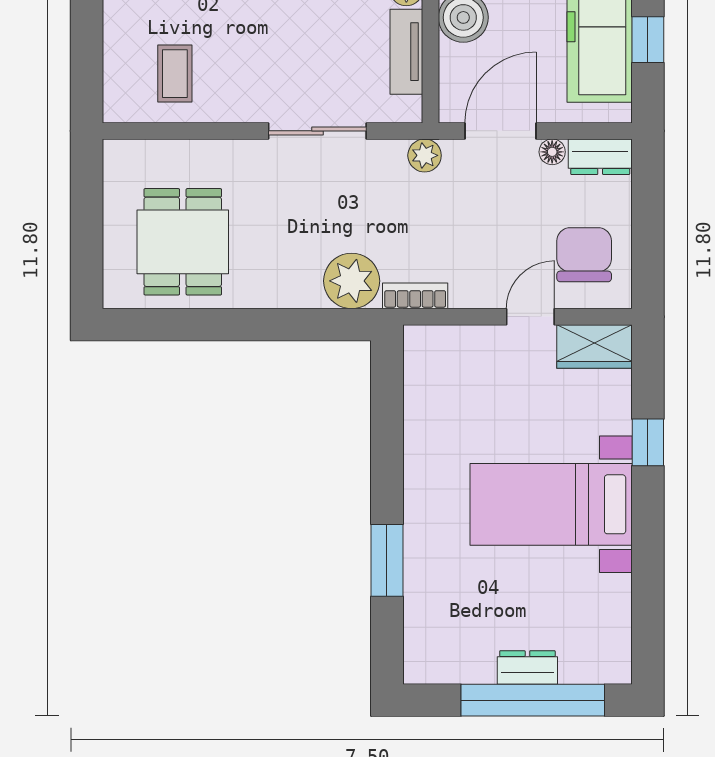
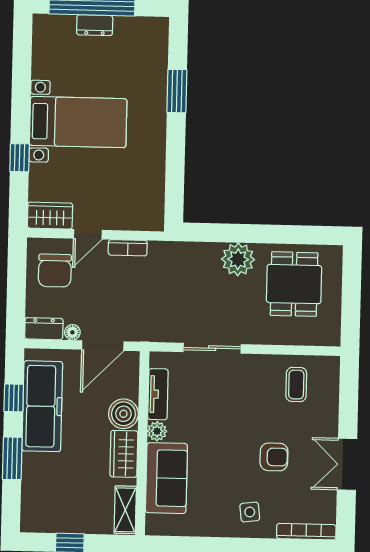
plant: (425, 155) -> (149, 332), removed
plant: (352, 281) -> (238, 259), moved
bookcase: (415, 296) -> (128, 248), moved

